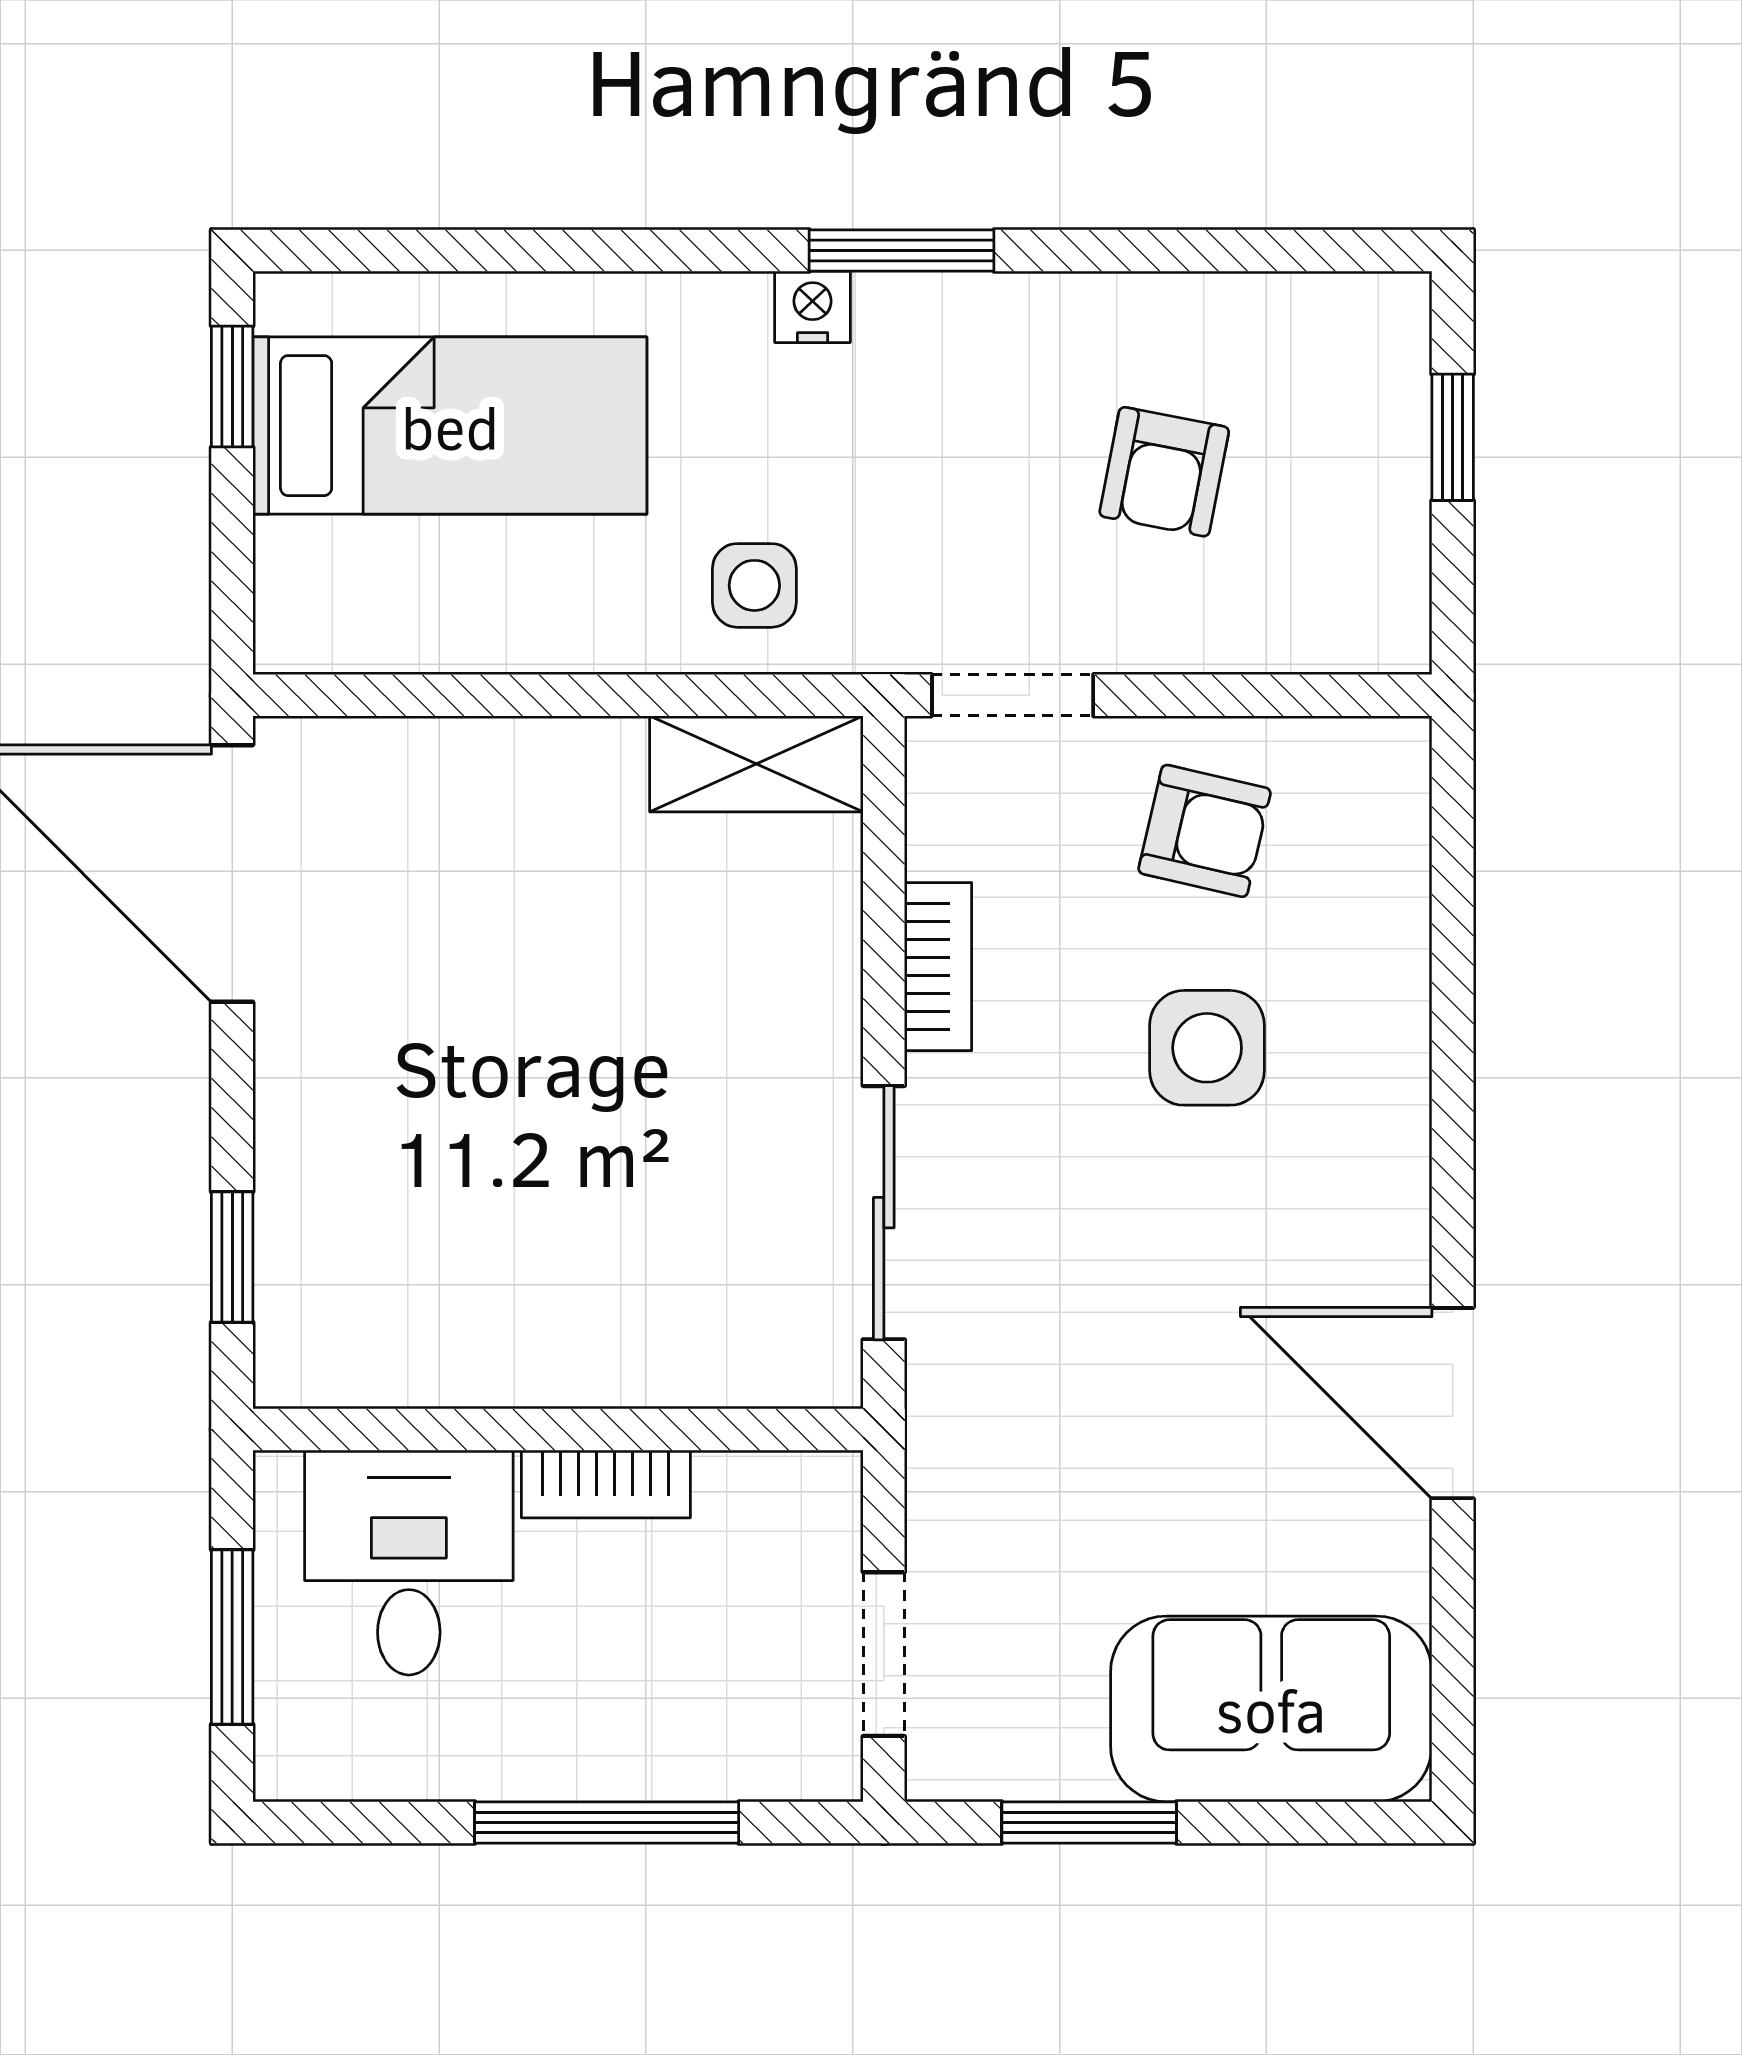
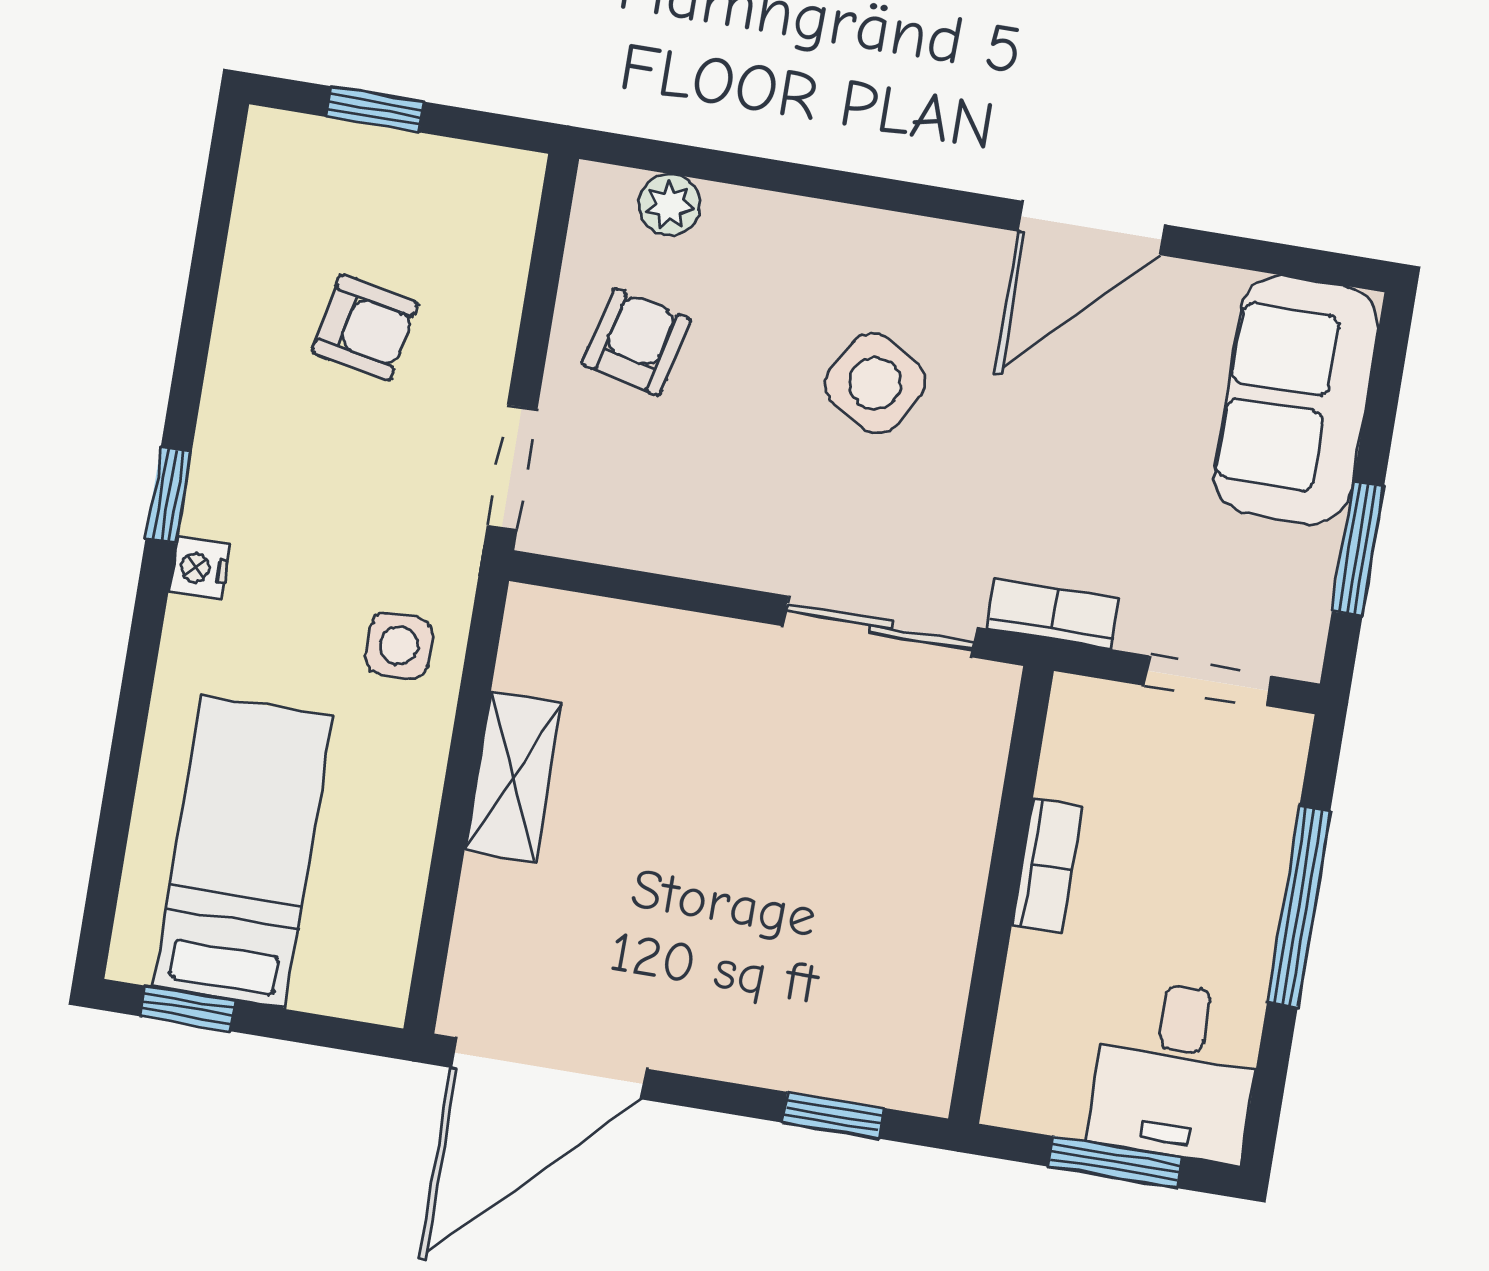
window: (902, 250) -> (169, 495), width x0.67
shelving: (756, 764) -> (513, 777), moved
plant: (1391, 845) -> (670, 205), added
bookcase: (938, 967) -> (1053, 614), moved
side table: (1207, 1048) -> (875, 383), moved, turned 30
desk: (409, 1563) -> (1176, 1071), moved, turned -90

